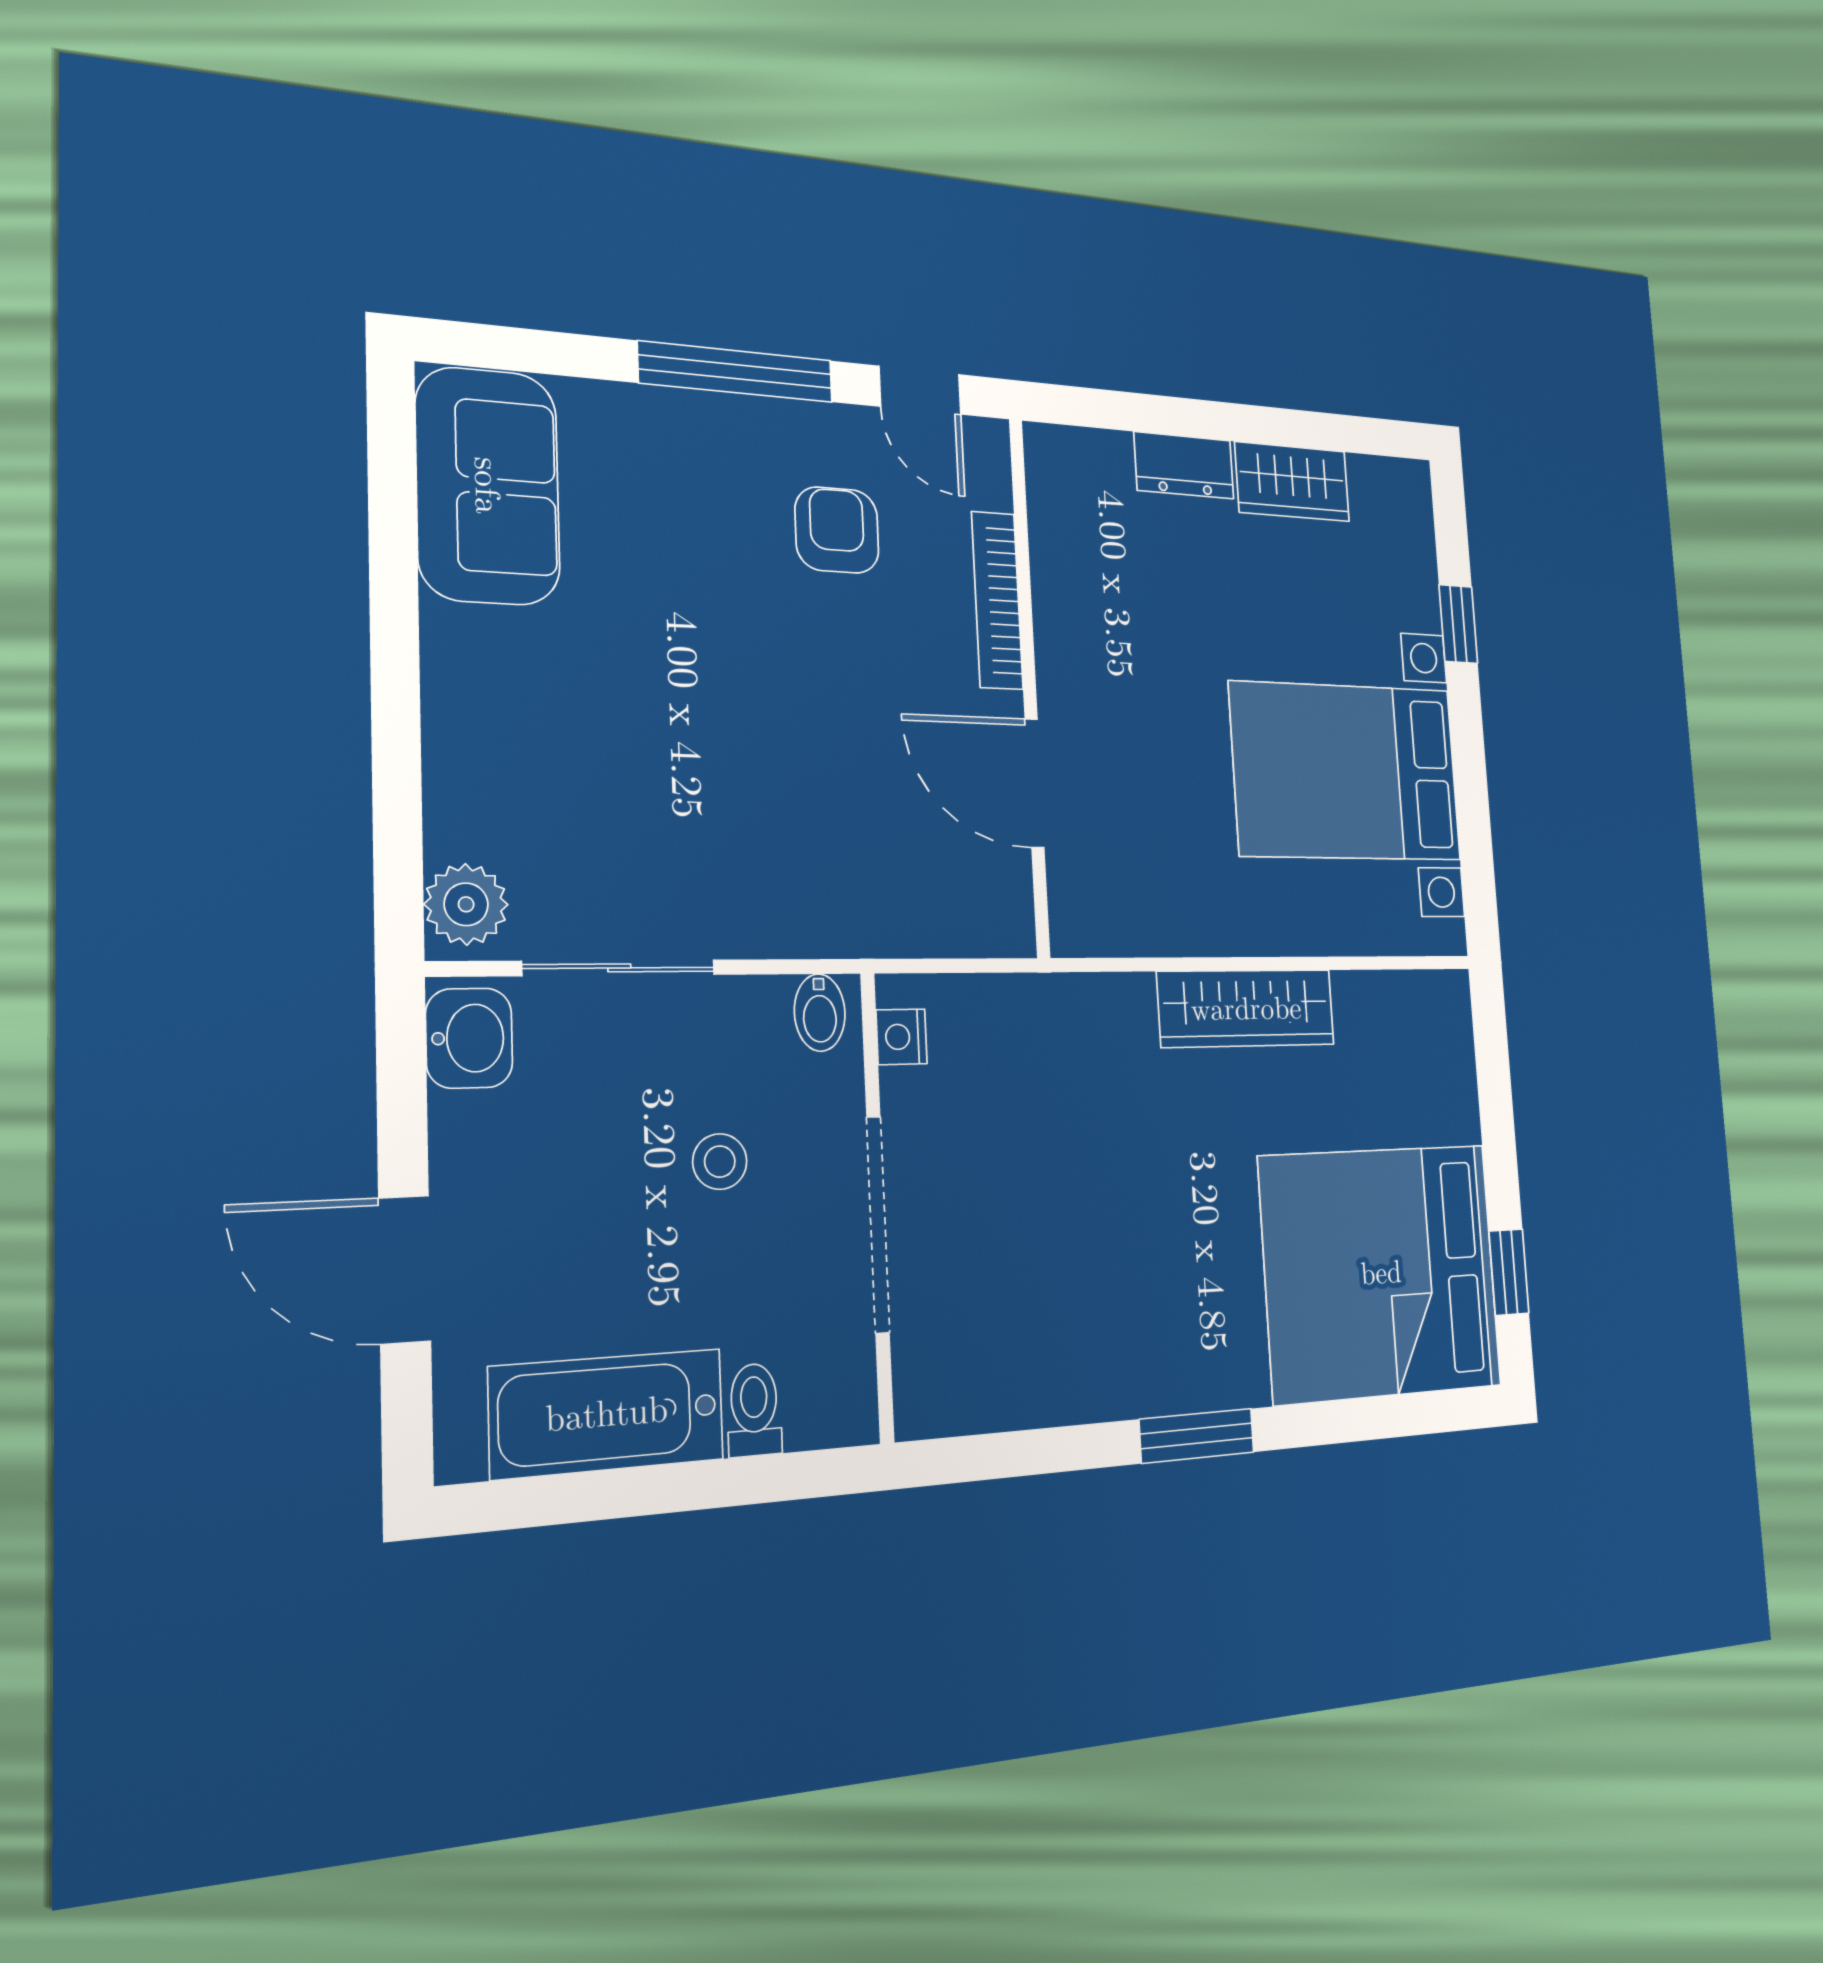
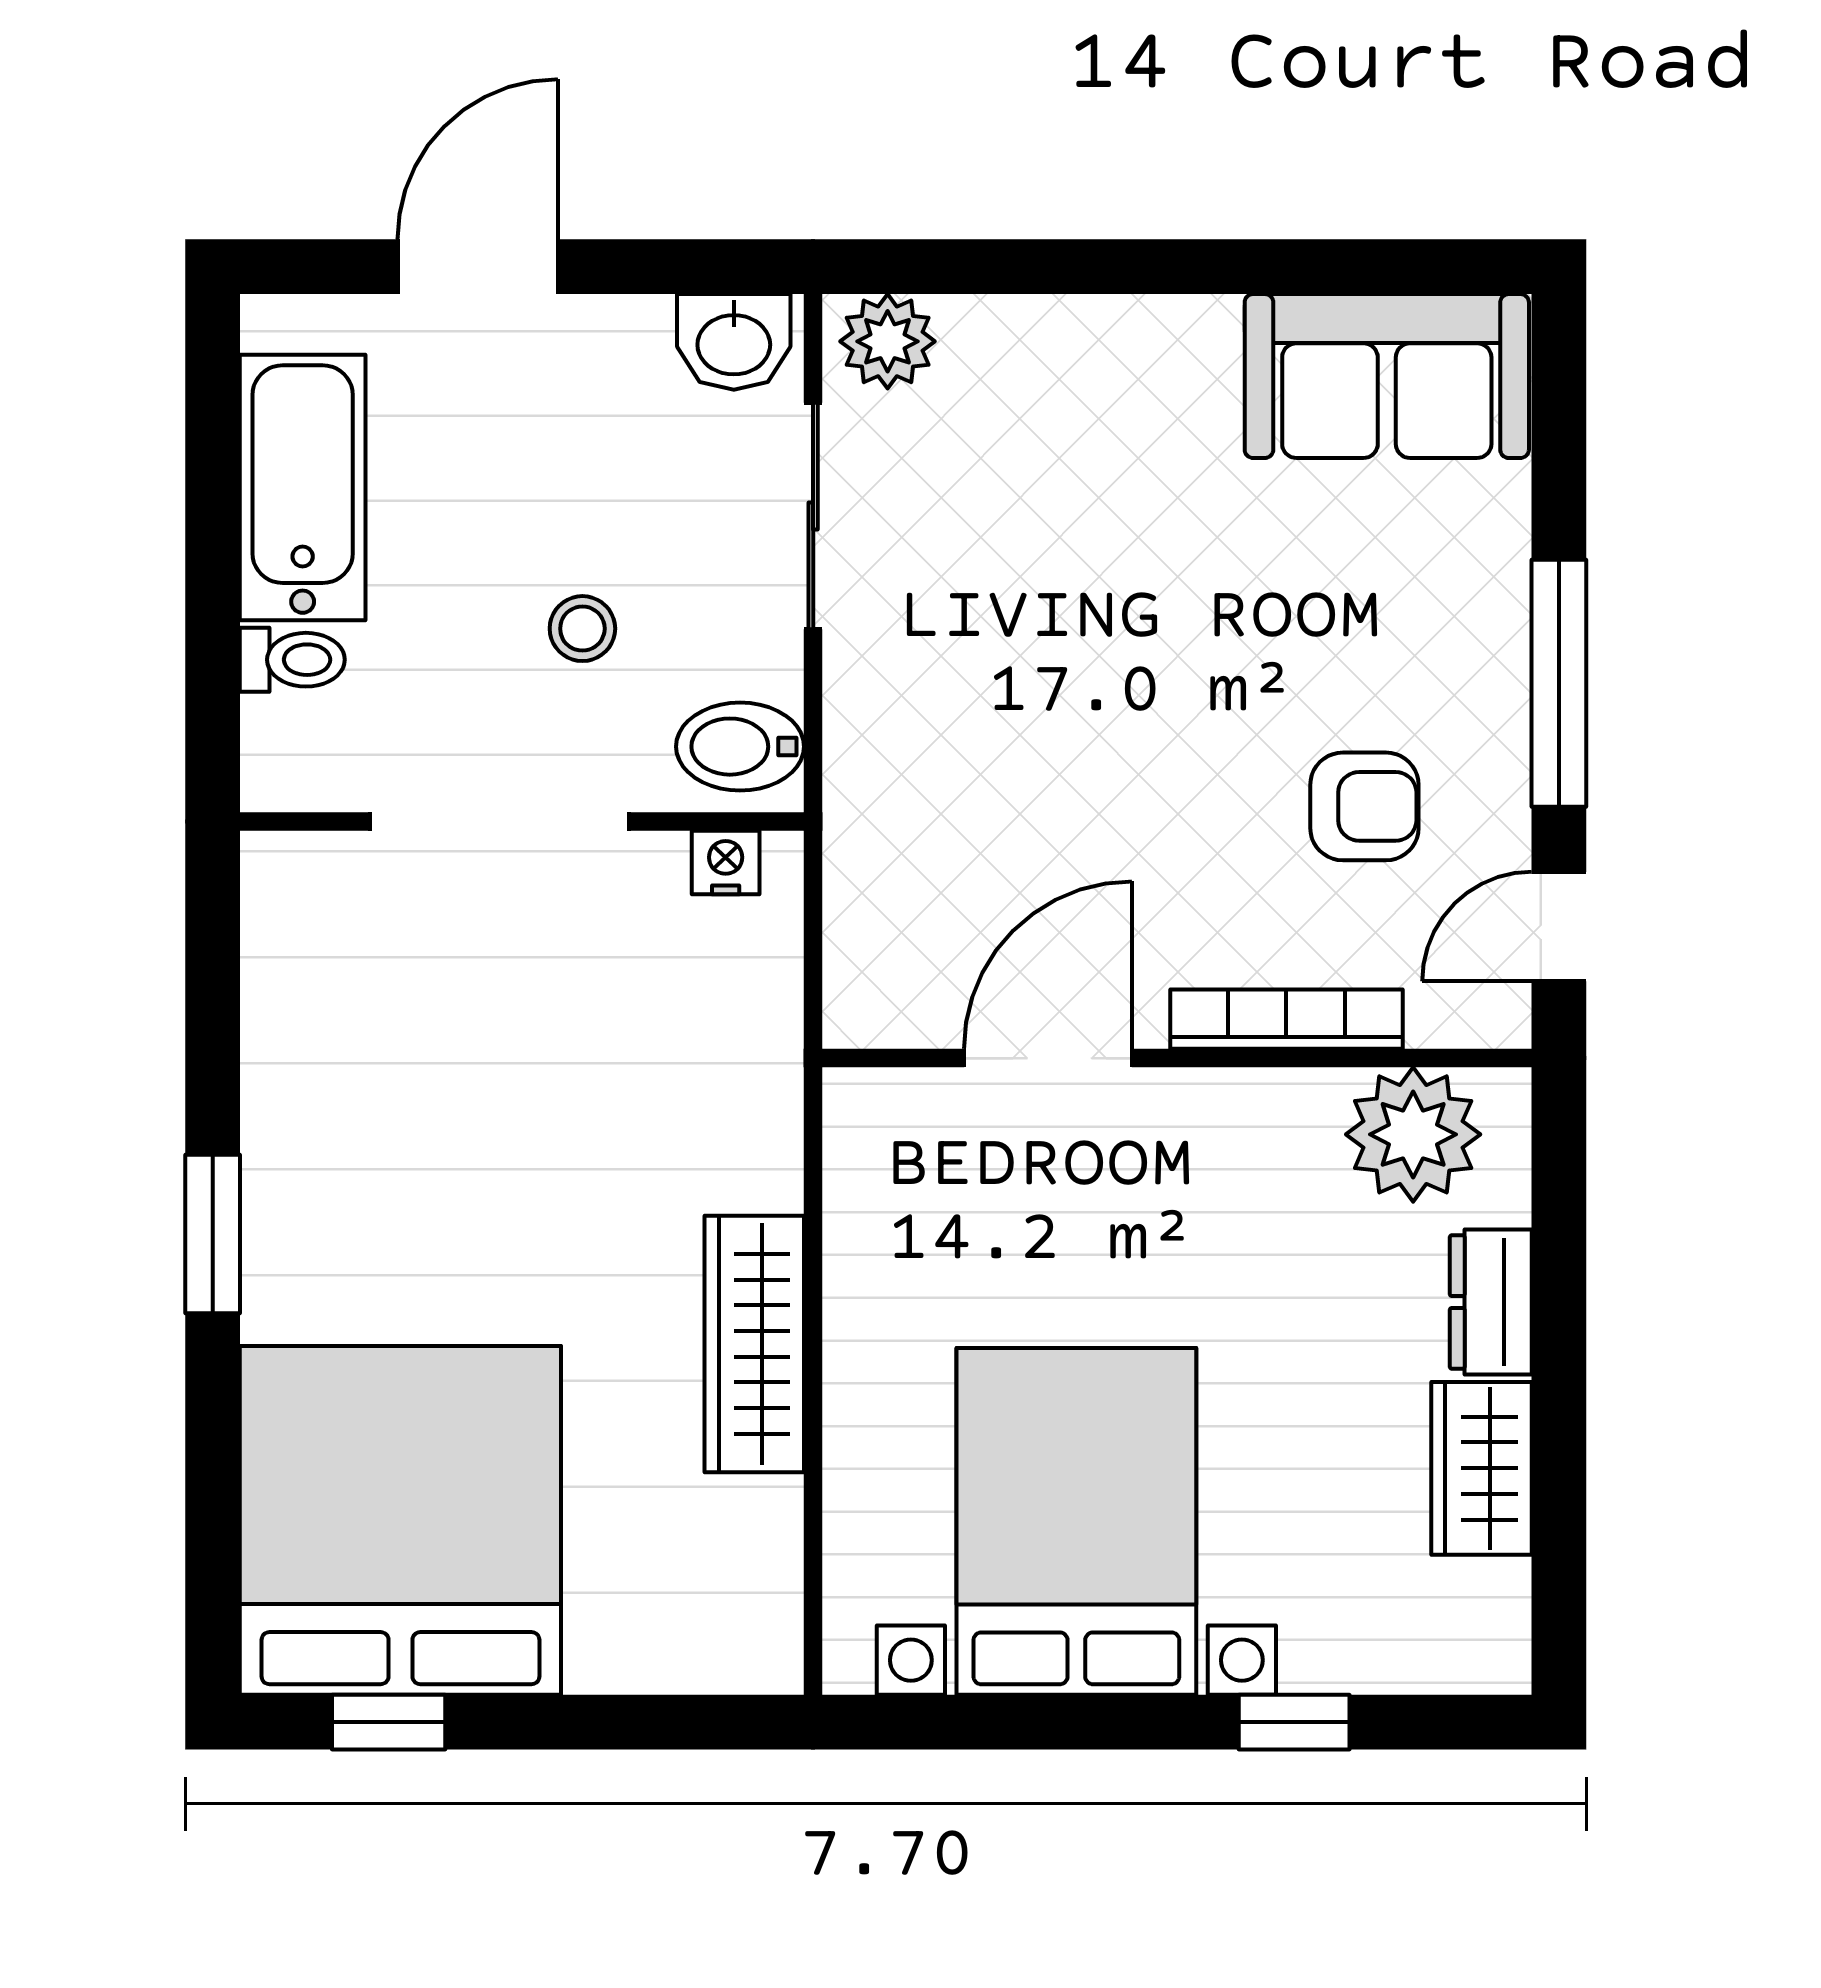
plant: (1074, 512) -> (1413, 1134), added
bidet: (820, 1013) -> (740, 747), width x1.38, depth x1.36

